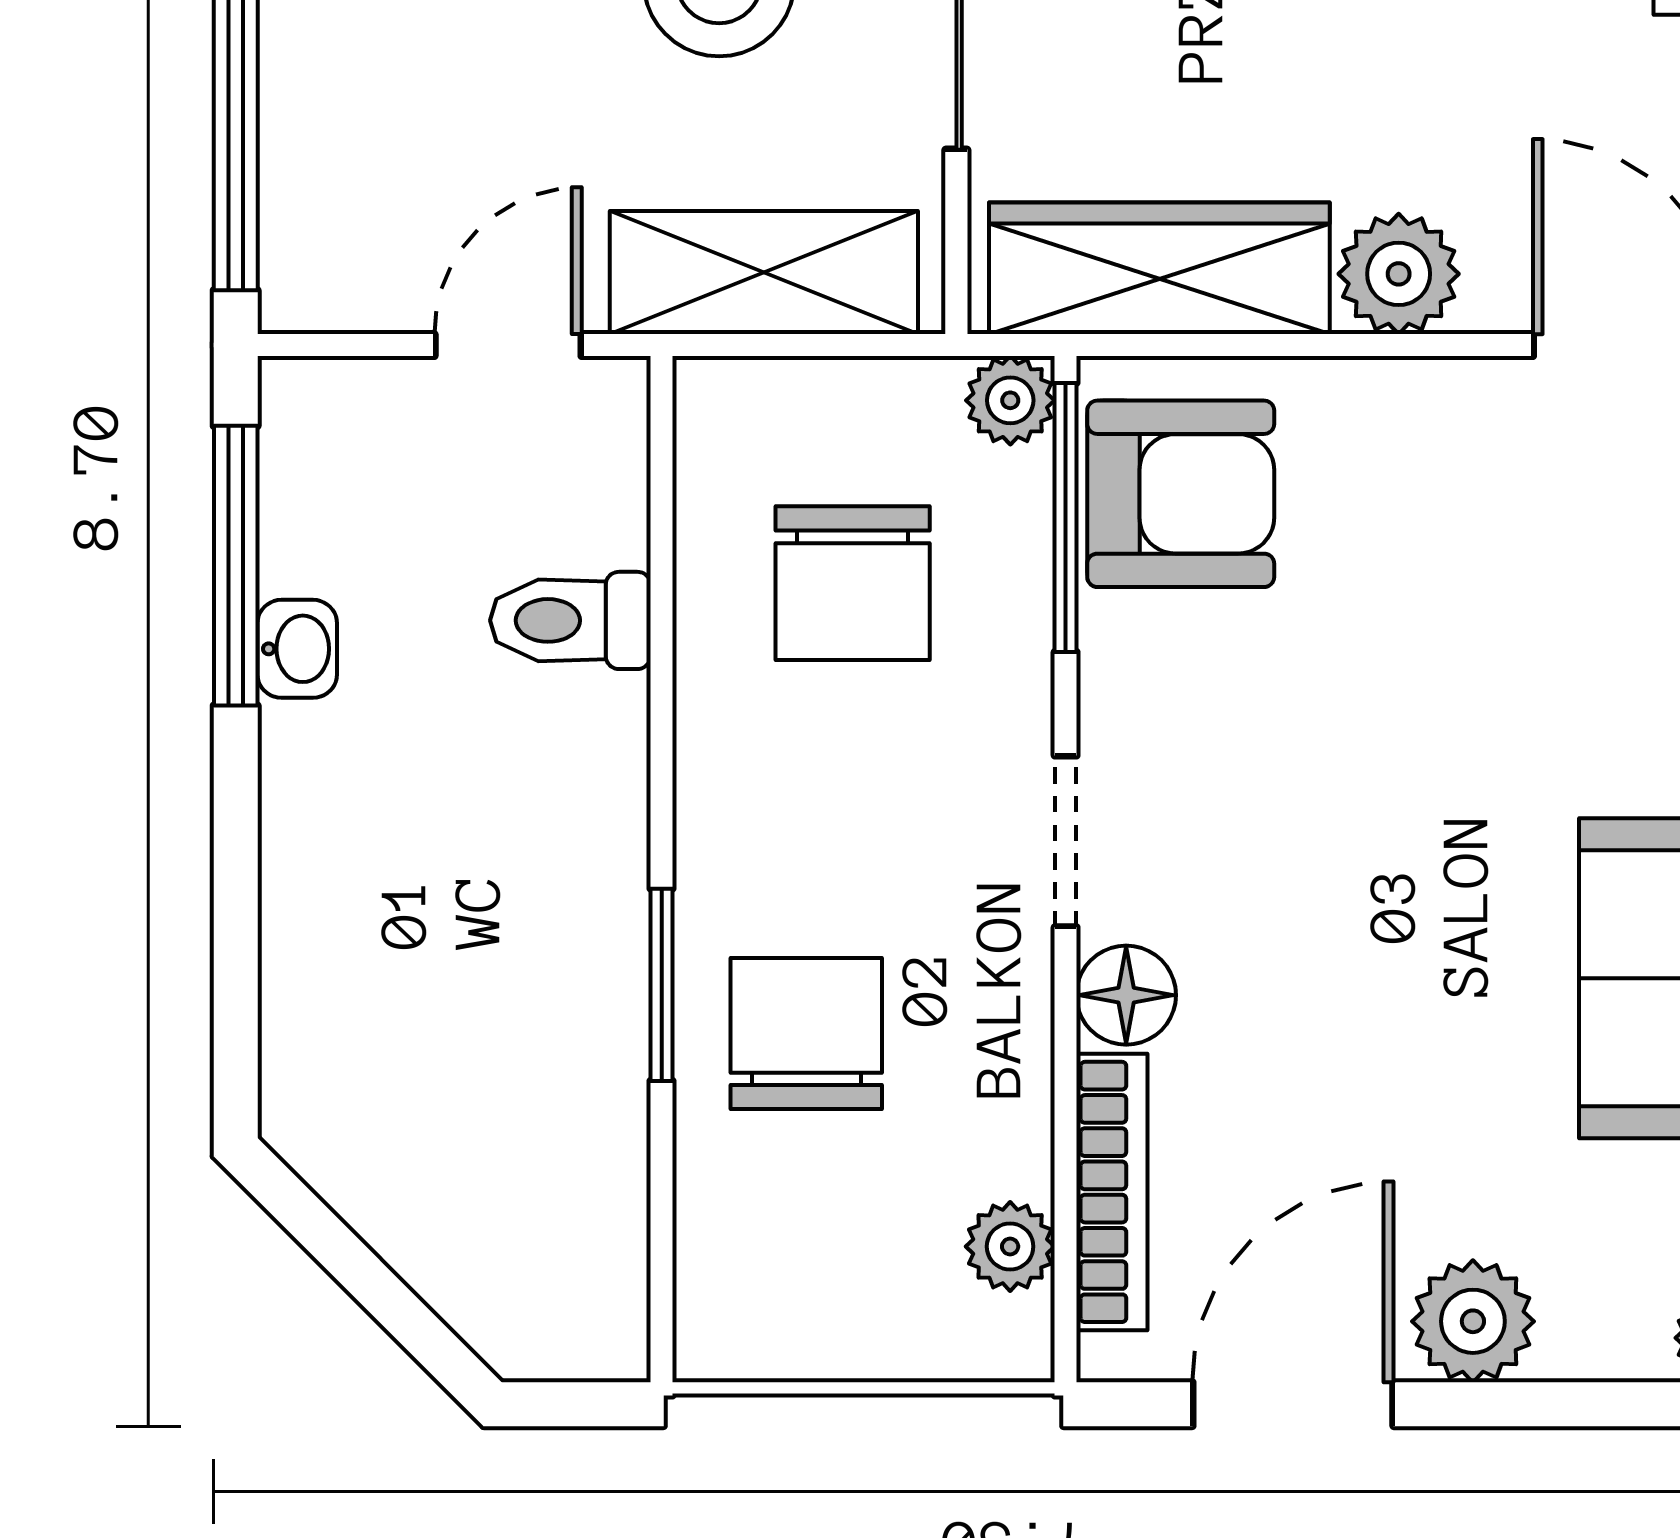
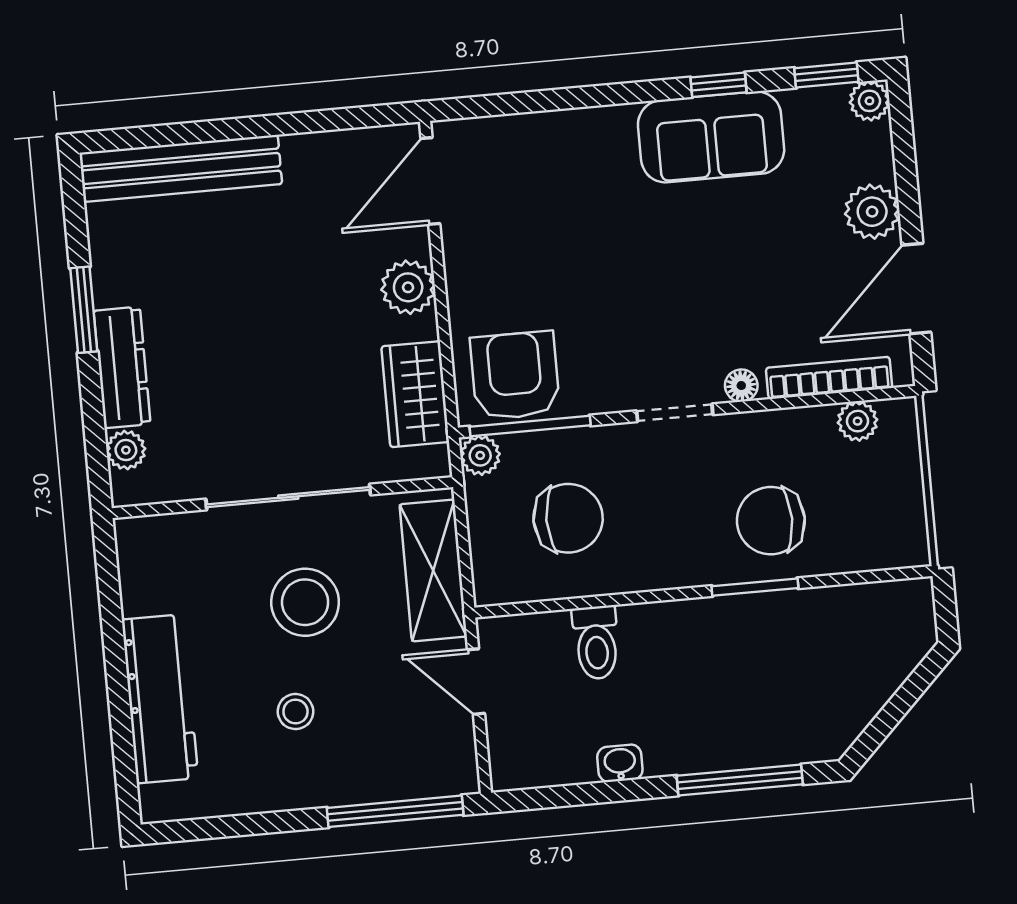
wardrobe: (1159, 268) -> (415, 394), width x0.67
window: (236, 566) -> (740, 780), moved
floor lamp: (1126, 995) -> (741, 386), width x0.73, depth x0.73
door: (1293, 1404) -> (916, 289), hinge flipped

